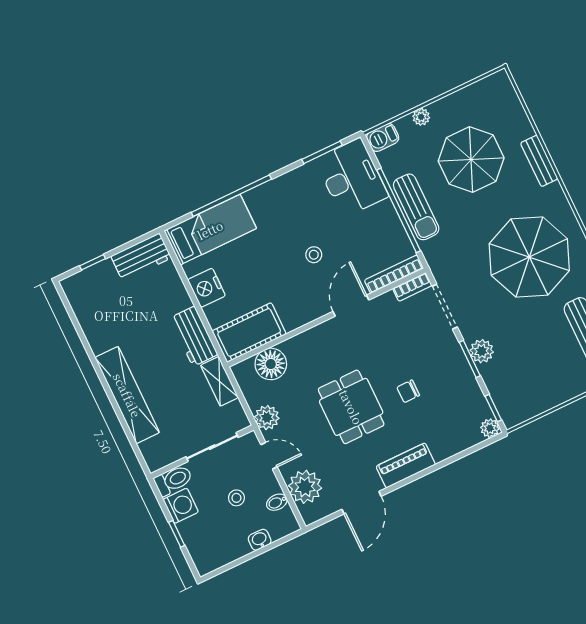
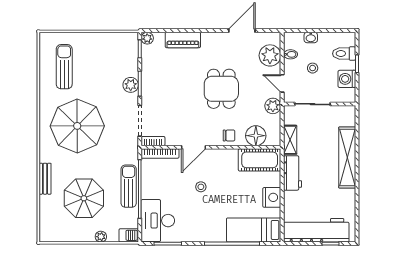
workbench: (141, 257) -> (316, 230), width x1.88, depth x1.32
chair: (408, 391) -> (229, 135), moved
piano: (406, 465) -> (183, 40), moved
toilet: (173, 480) -> (344, 54), moved

